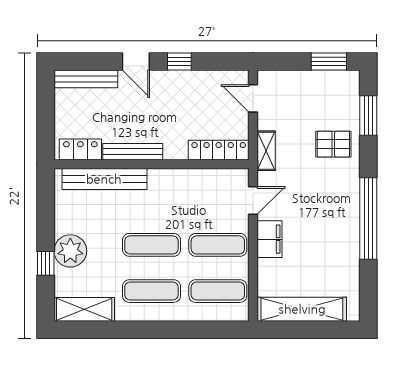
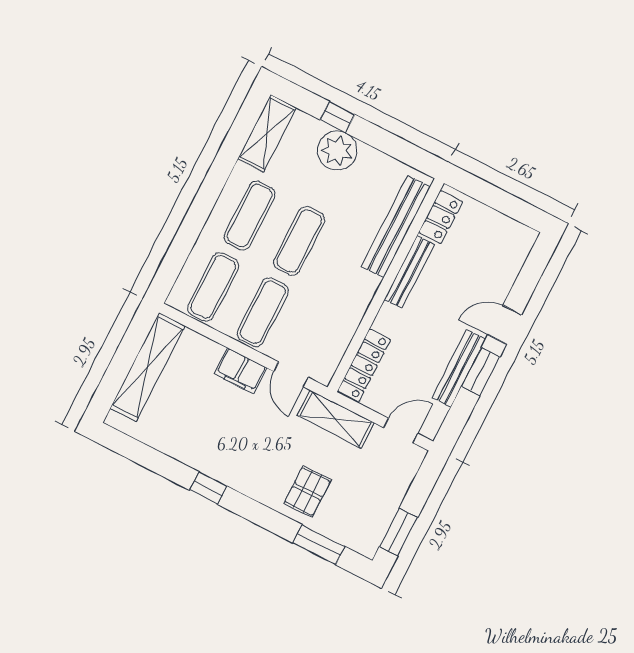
window: (179, 62) -> (481, 372), width x1.50
bench: (86, 79) -> (459, 368), moved
shelving: (266, 151) -> (336, 419), width x1.50, depth x1.33
window: (368, 219) -> (208, 488), width x0.32

